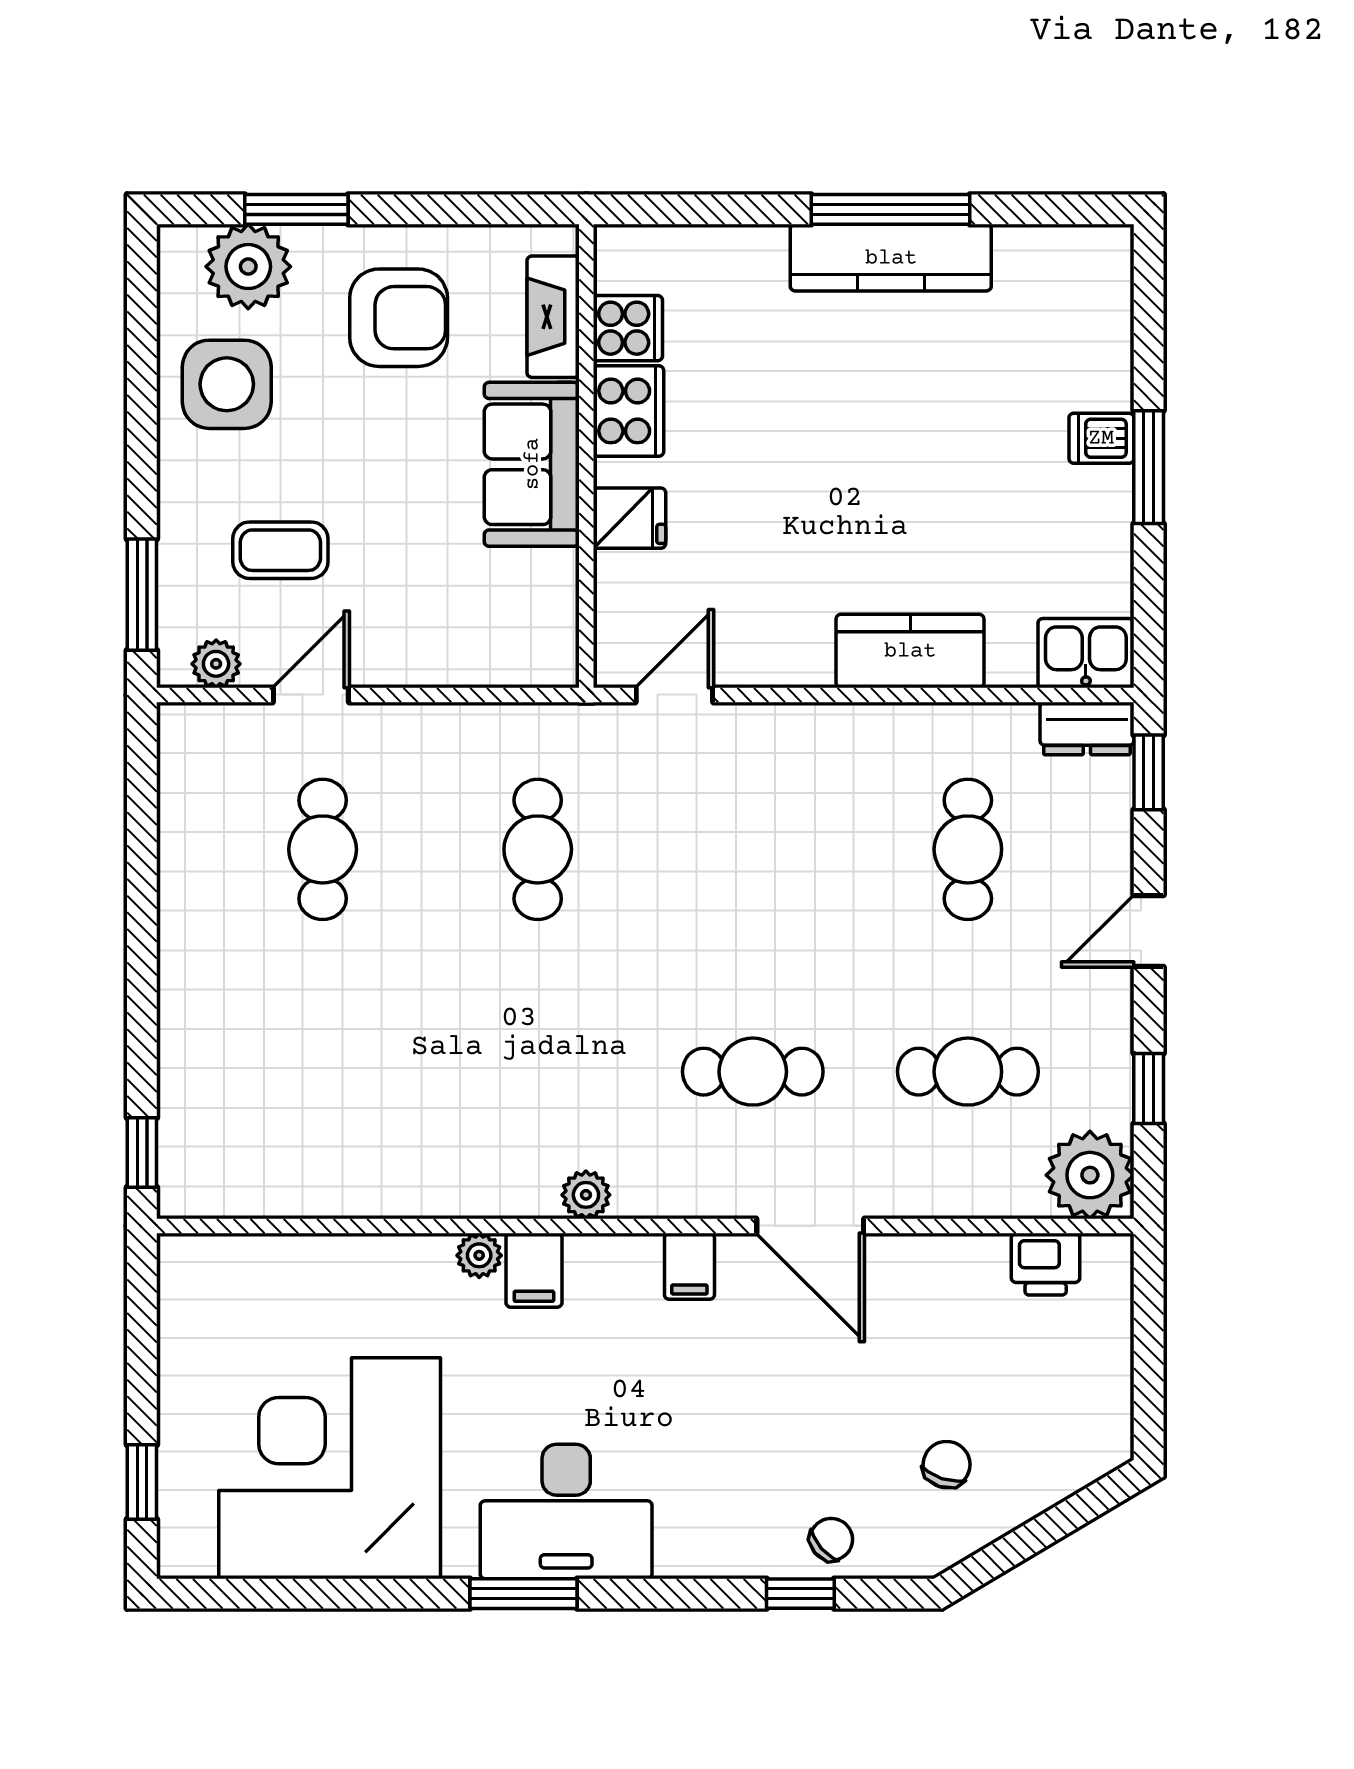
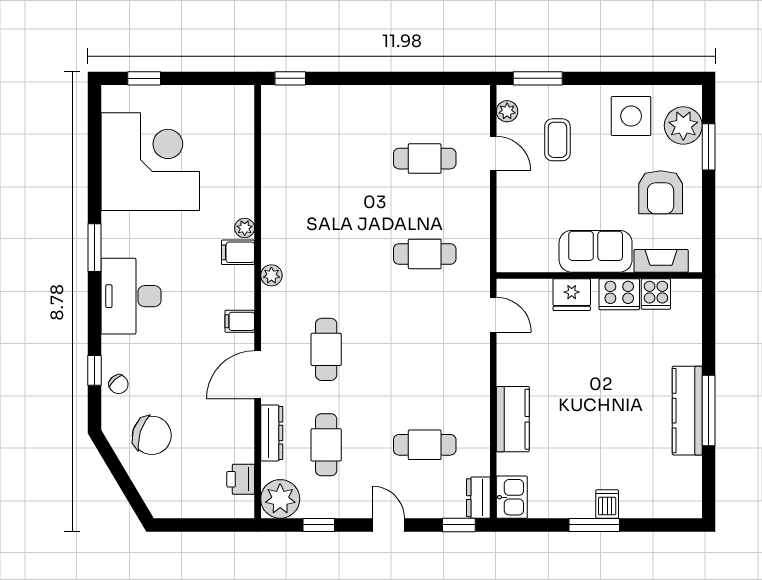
fridge: (629, 518) -> (572, 295), width x1.38
dresser: (941, 1194) -> (272, 433), added
chair: (947, 1465) -> (152, 435), width x1.87, depth x1.87
desk: (566, 1511) -> (131, 296), moved

